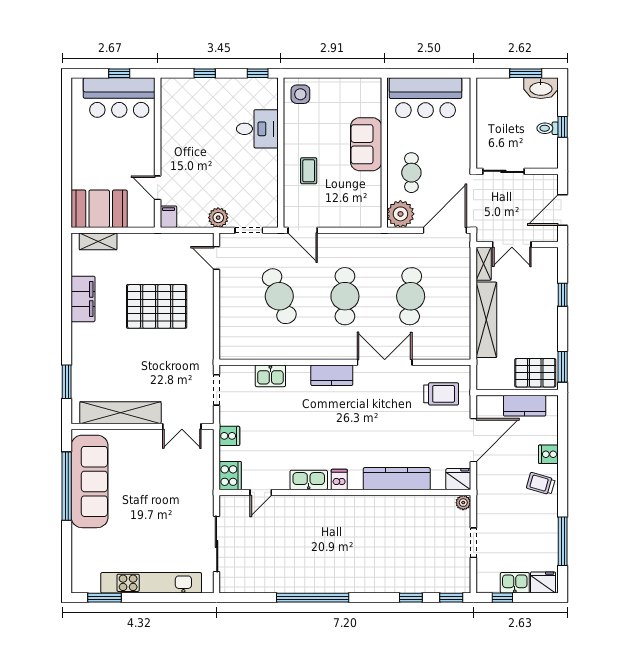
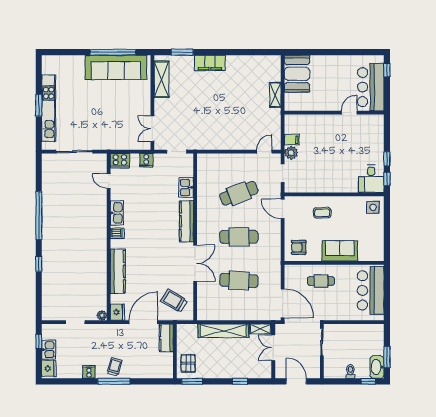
window: (119, 73) -> (387, 70), moved
window: (205, 73) -> (387, 159), moved
window: (563, 127) -> (368, 381), moved
desk: (257, 129) -> (371, 179), moved
door: (158, 188) -> (349, 113), moved
armchair: (361, 206) -> (299, 247), added
plant: (400, 214) -> (294, 274), removed
filing cabinet: (168, 217) -> (292, 140), moved
door: (303, 230) -> (283, 209), hinge flipped
shelving: (98, 241) -> (275, 95), moved
filing cabinet: (83, 299) -> (210, 63), moved
pallet: (157, 306) -> (232, 112), removed
pallet: (535, 373) -> (188, 363), width x0.67, depth x0.71
kitchen counter: (332, 375) -> (186, 221), width x1.50
trolley: (441, 394) -> (174, 301), turned 121
kitchen counter: (525, 406) -> (166, 338), moved
shelving: (120, 413) -> (162, 79), width x0.68
door: (473, 440) -> (143, 322), swing flipped
cooker: (548, 454) -> (89, 372), moved
window: (563, 541) -> (114, 381), moved
window: (105, 598) -> (39, 105), moved
window: (411, 598) -> (39, 264), moved
window: (451, 598) -> (39, 307), removed

